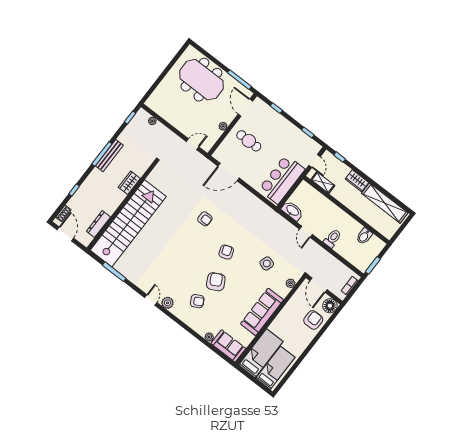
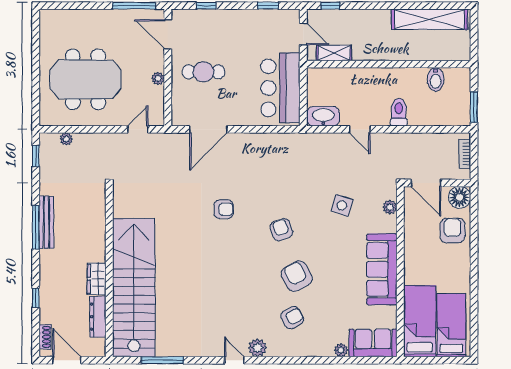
meeting table: (201, 80) -> (86, 79), moved
wardrobe: (357, 181) -> (374, 18), removed
wardrobe: (129, 183) -> (97, 279), moved

